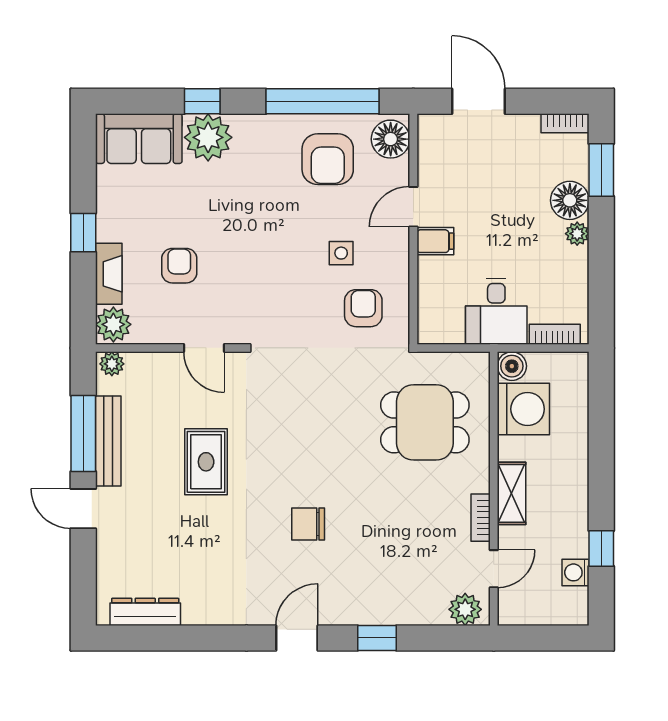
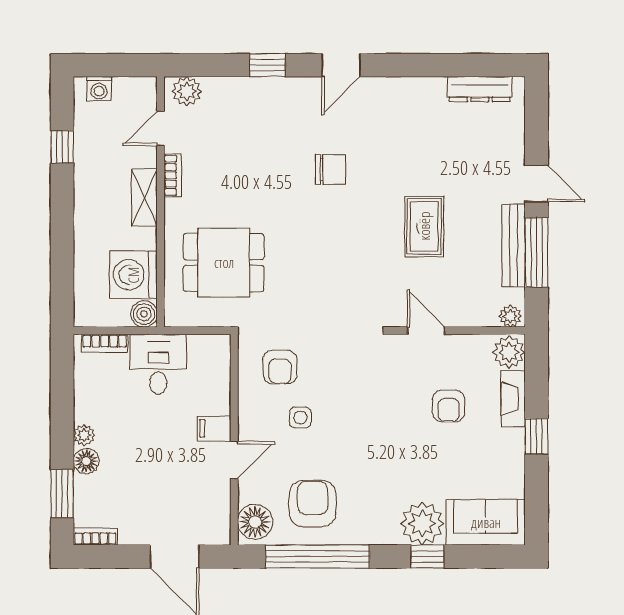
floor lamp: (570, 200) -> (86, 461), width x0.73, depth x0.73
washing machine: (576, 572) -> (99, 89), moved, turned 90

